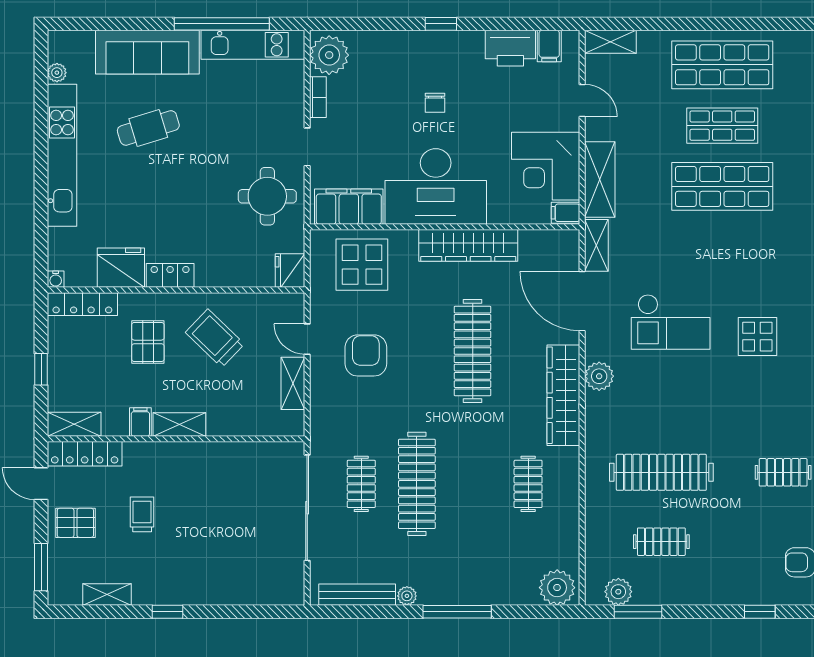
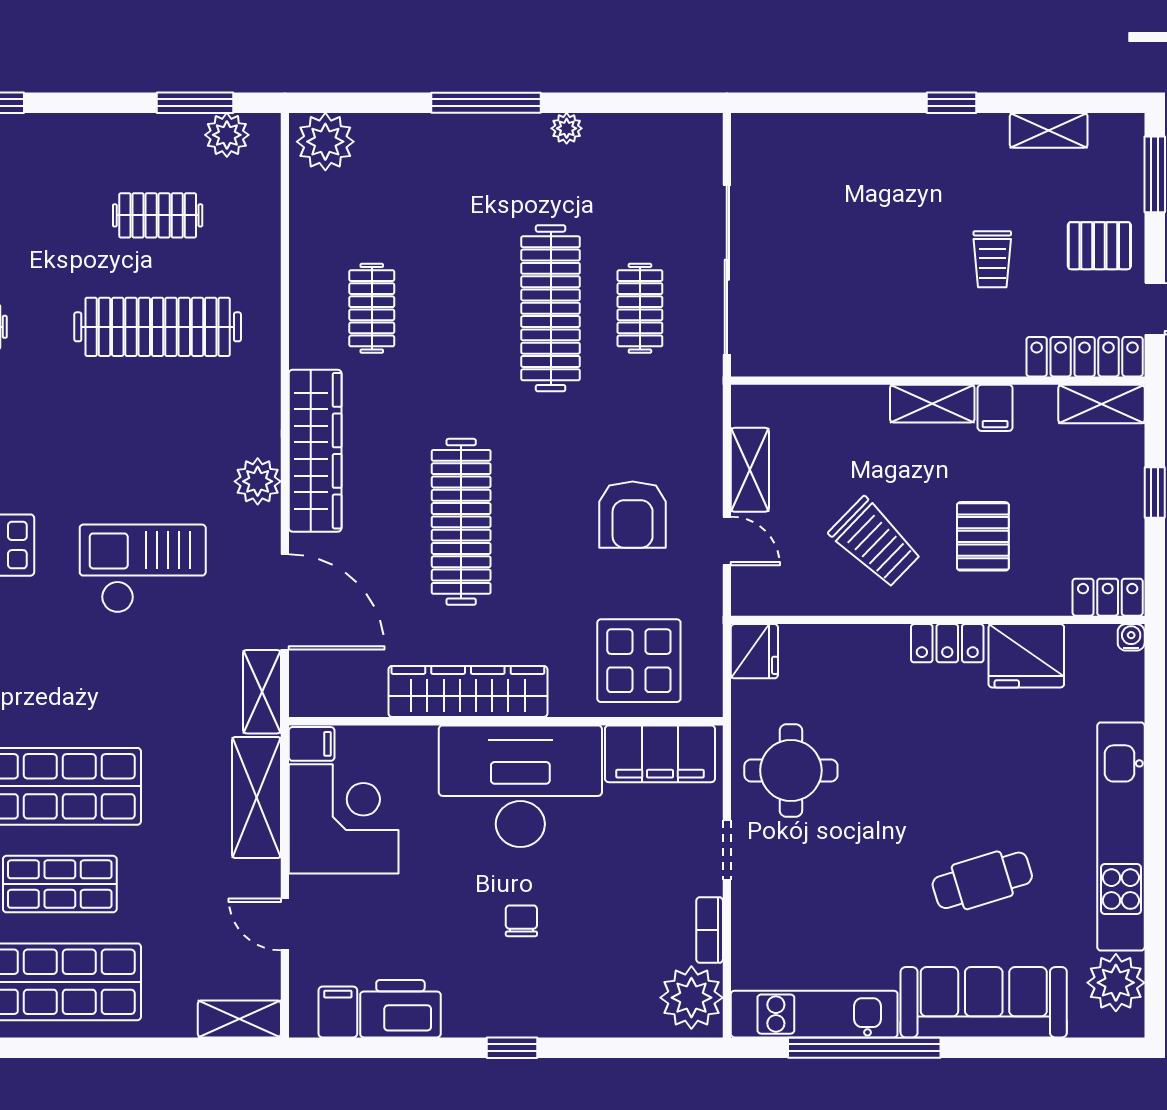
plant: (57, 73) -> (1116, 983), width x1.88, depth x1.88
locker: (82, 304) -> (1108, 597), width x0.66
bench: (357, 595) -> (647, 130), removed

